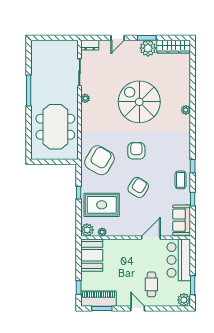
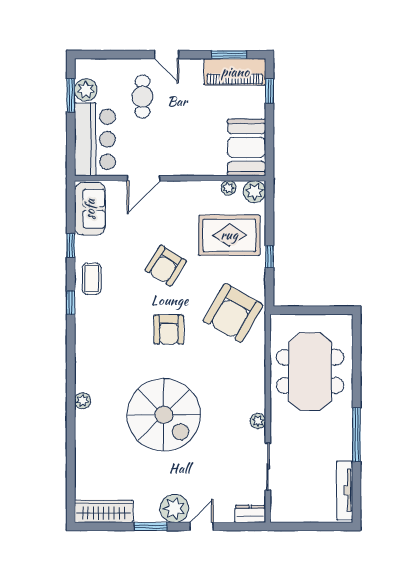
plant: (148, 48) -> (174, 508), moved
tv unit: (35, 58) -> (345, 490), added
plant: (184, 300) -> (86, 90), moved

